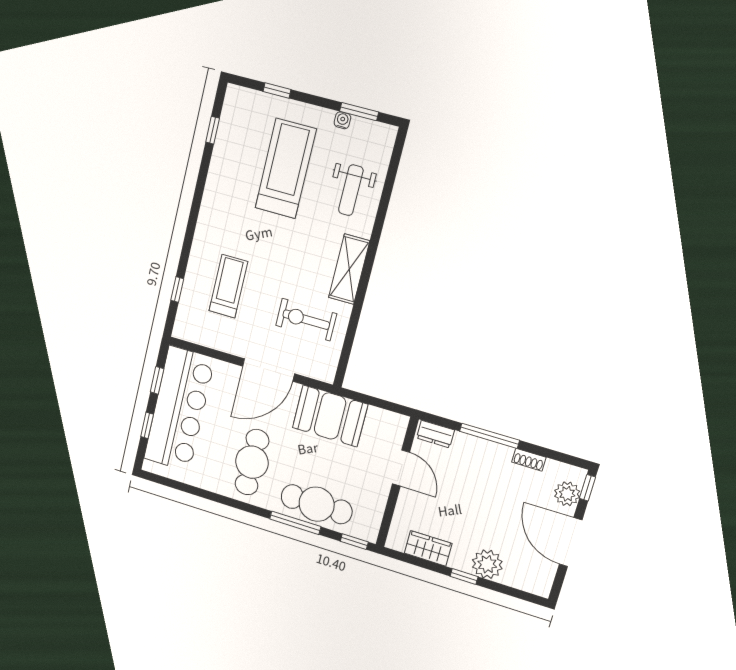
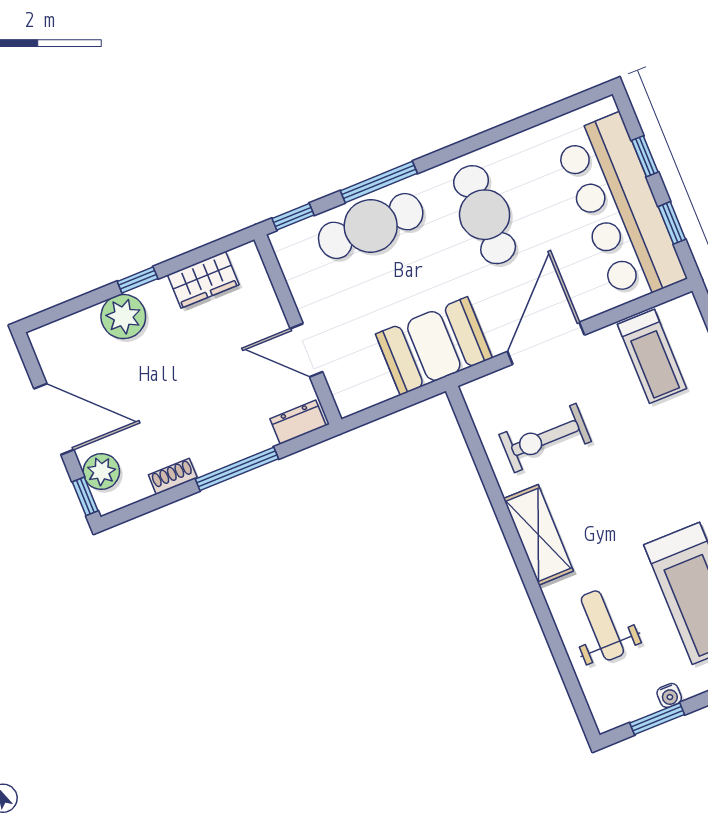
treadmill: (228, 286) -> (652, 356), moved
exercise bike: (306, 320) -> (545, 438), turned 180

